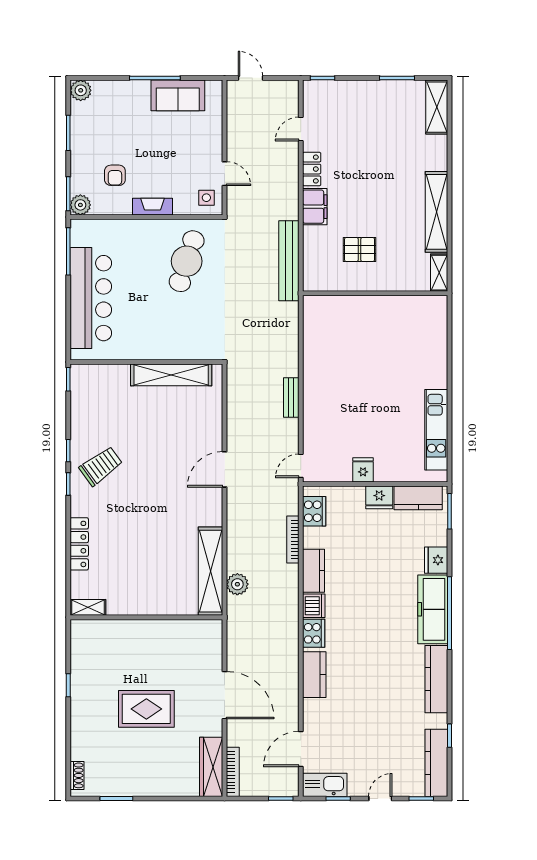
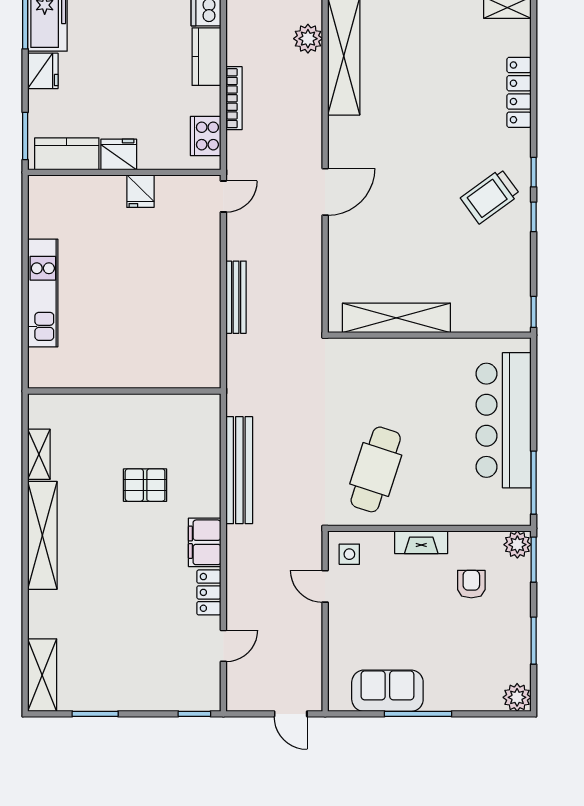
wall: (375, 293) -> (124, 391), moved
bench: (291, 398) -> (236, 297), width x1.36
kitchen unit: (436, 430) -> (43, 293), moved

